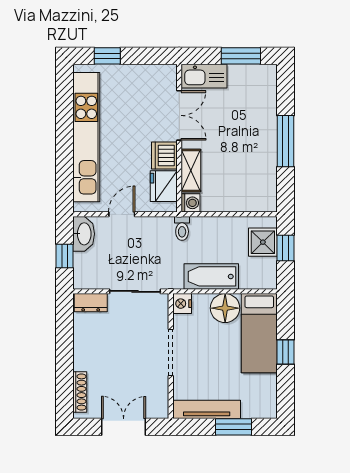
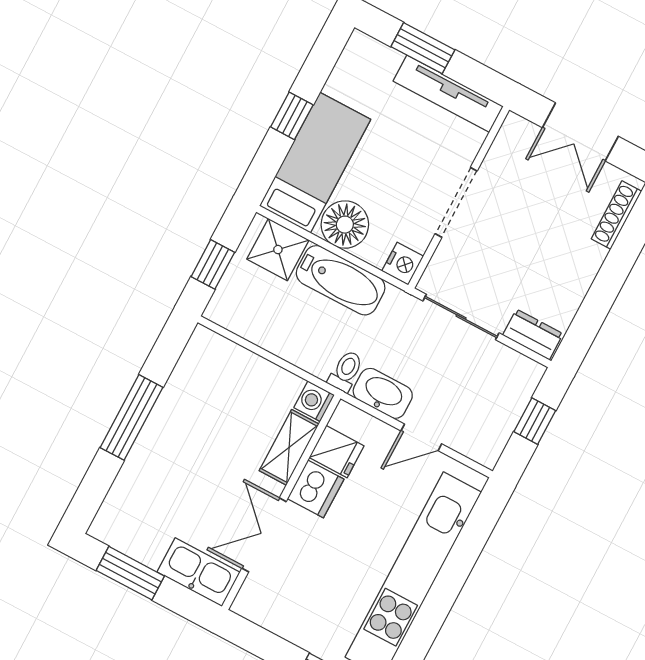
fridge: (164, 186) -> (337, 452), width x0.72
washbasin: (84, 234) -> (383, 393), moved, turned 90
shower: (263, 242) -> (278, 250), moved

